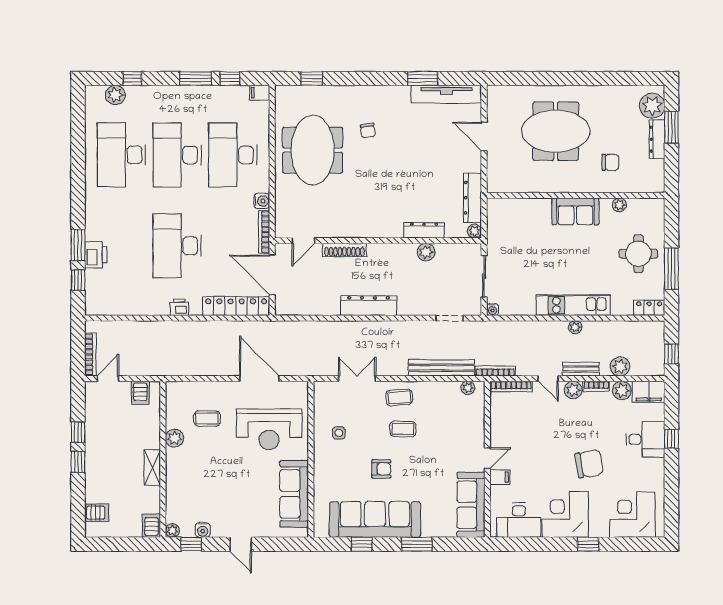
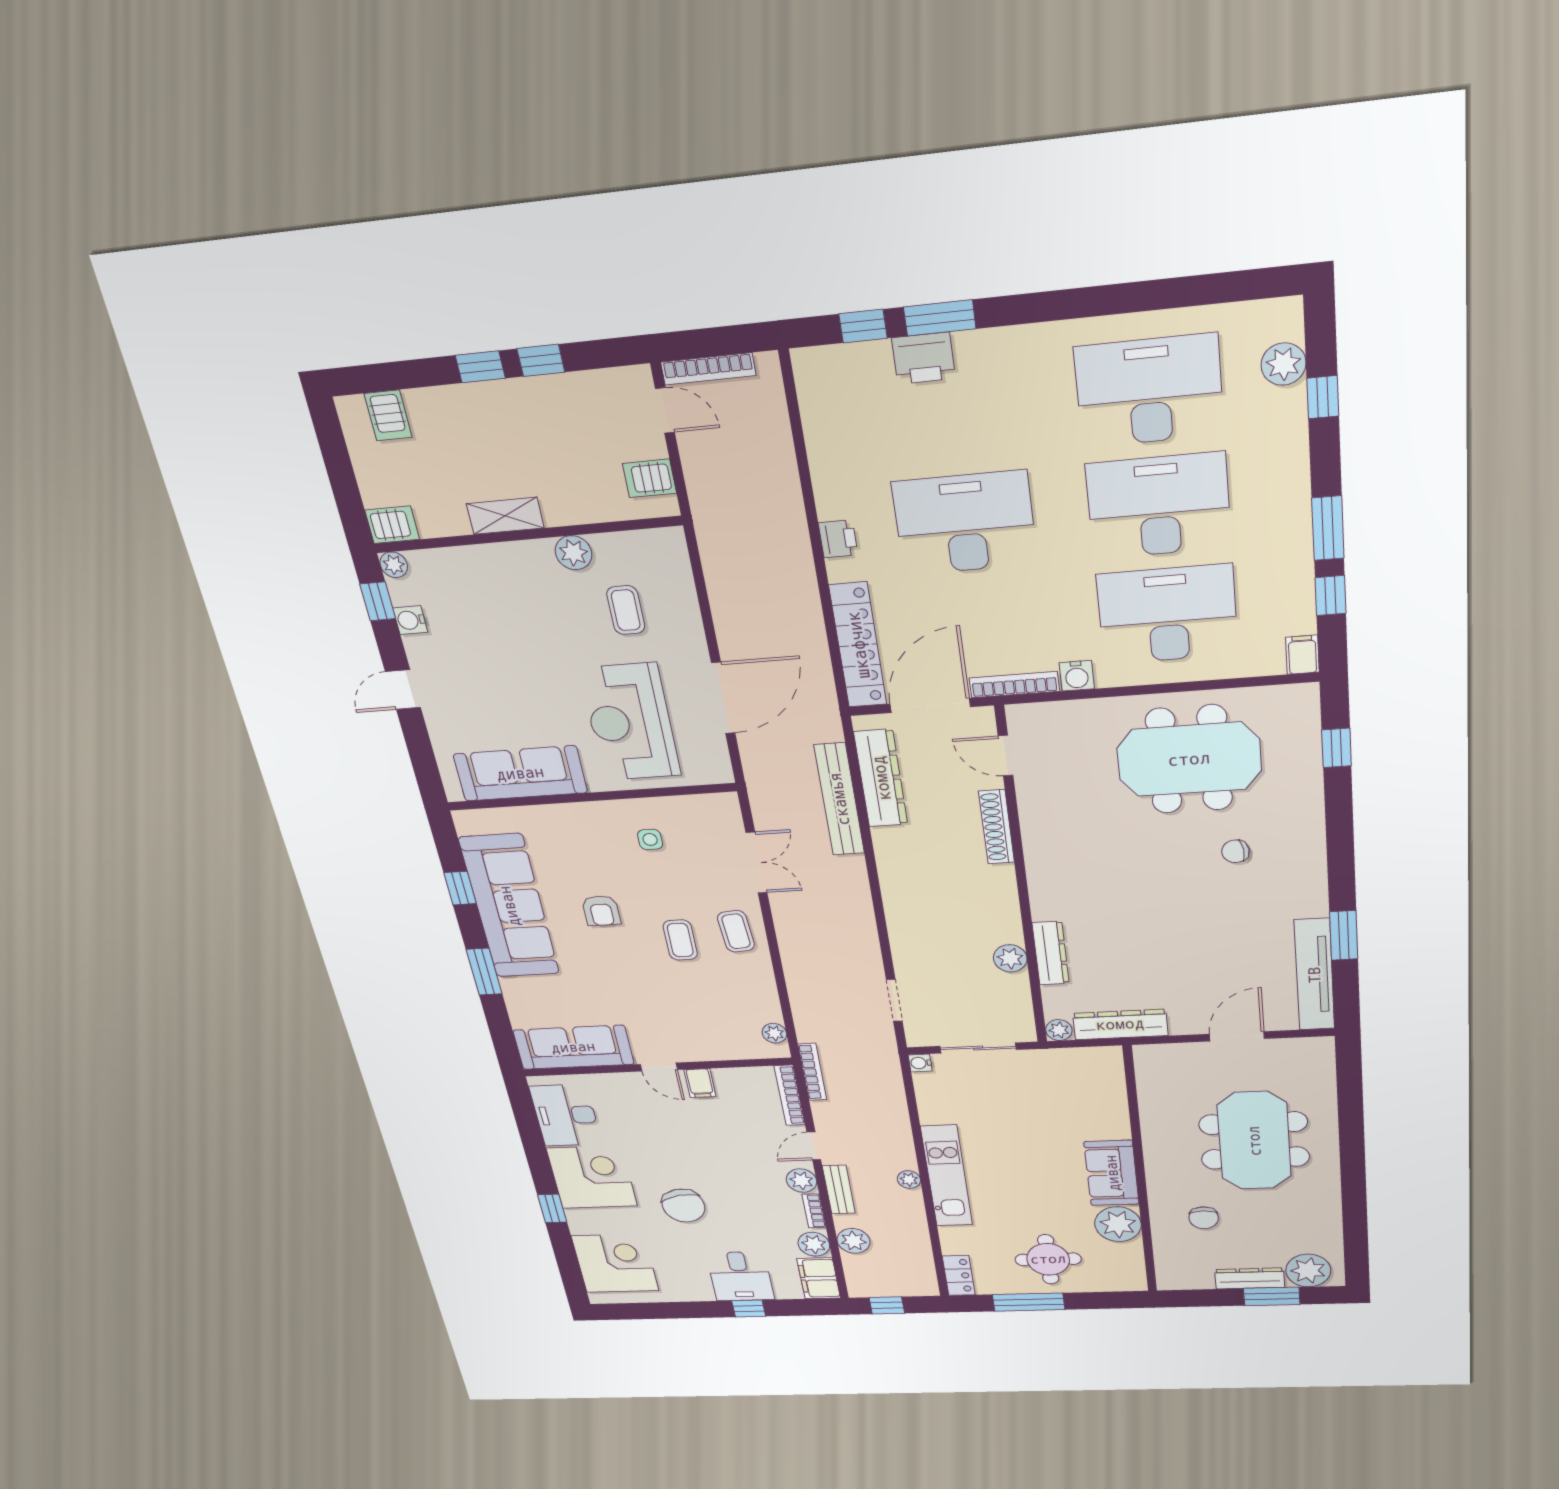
plant: (619, 205) -> (1118, 1224), width x1.88, depth x1.88
dresser: (368, 306) -> (881, 778), moved
bench: (441, 368) -> (839, 799), moved
filing cabinet: (500, 477) -> (700, 1083), moved

